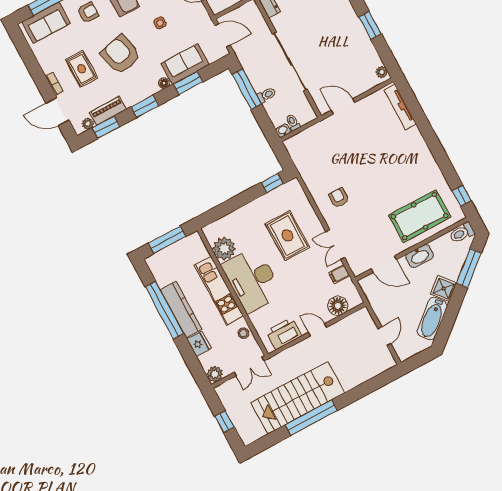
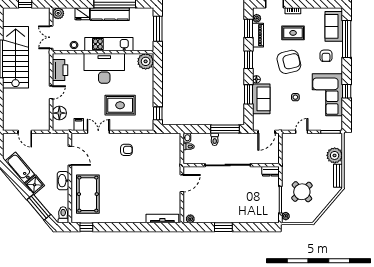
plant: (224, 249) -> (146, 61), moved
door: (384, 264) -> (70, 156), swing flipped

